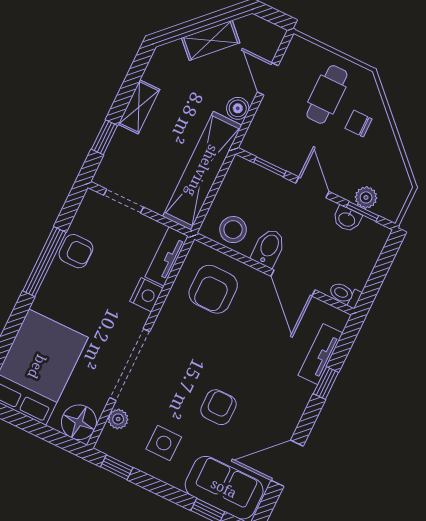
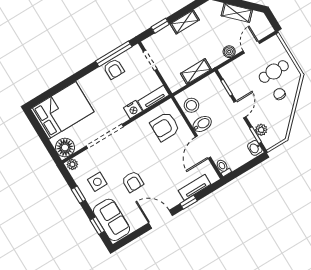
shelving: (202, 171) -> (196, 71), width x0.45, depth x0.75
washbasin: (347, 219) -> (255, 148), moved
window: (44, 262) -> (114, 54), moved
armchair: (218, 407) -> (133, 182), turned 90
plant: (118, 419) -> (72, 164), moved
door: (287, 463) -> (161, 219), moved
window: (117, 467) -> (78, 195), moved

